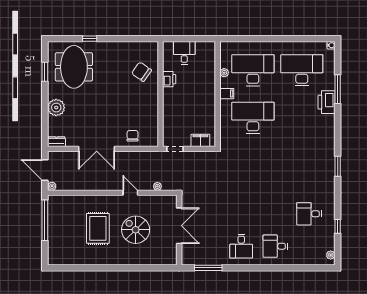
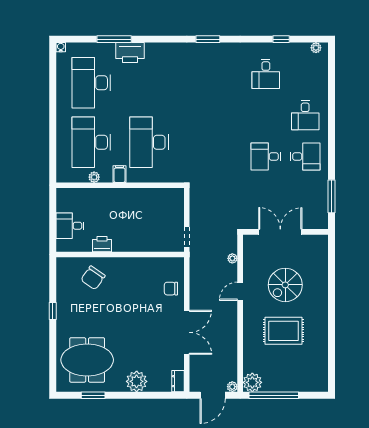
window: (90, 39) -> (53, 311), moved
filing cabinet: (200, 140) -> (177, 206), removed
plant: (55, 203) -> (252, 382), added
desk: (241, 214) -> (266, 156), added

